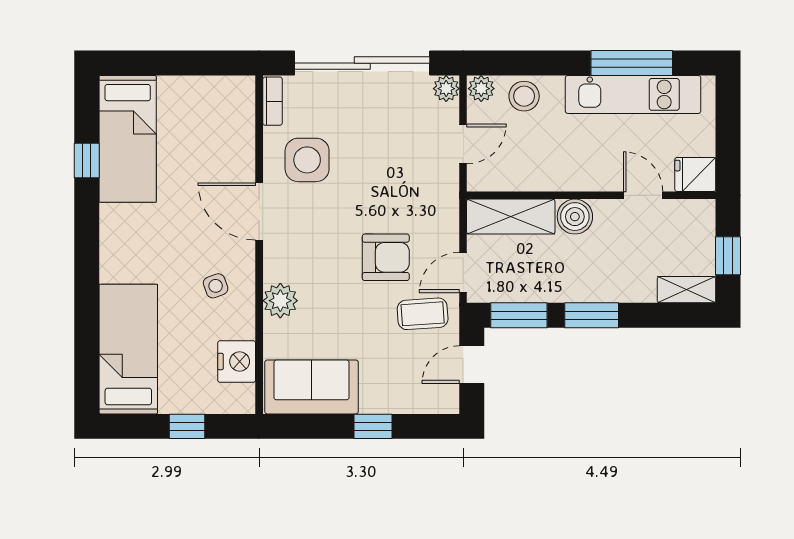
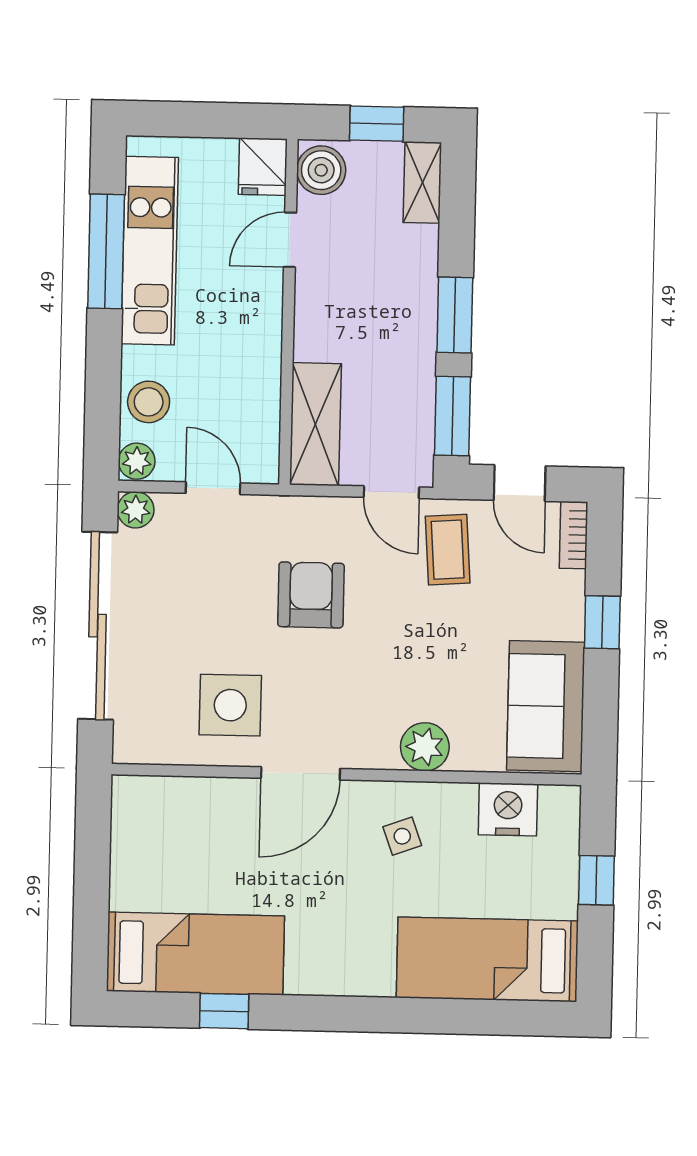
bookcase: (273, 101) -> (574, 535), moved, turned -90
boiler: (575, 217) -> (321, 170), moved
armchair: (386, 257) -> (311, 595), moved

